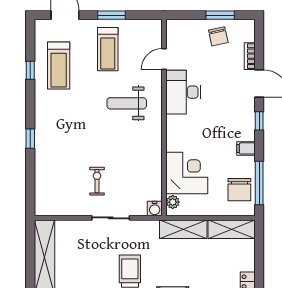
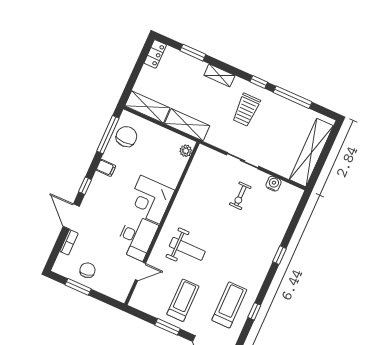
corner desk: (187, 173) -> (150, 200), moved
water cooler: (155, 209) -> (274, 184), moved

